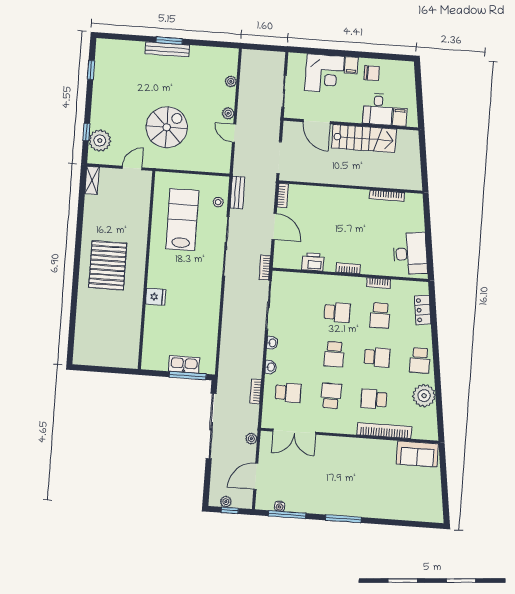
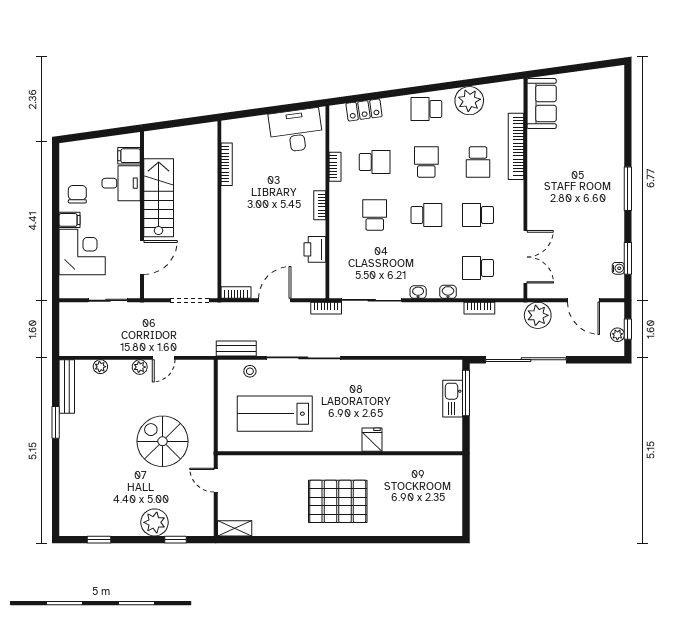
window: (169, 41) -> (56, 422), moved
bench: (167, 49) -> (67, 387), moved
plant: (100, 141) -> (155, 522), moved
school desk: (420, 360) -> (426, 109), turned 180
school desk: (288, 393) -> (478, 268), turned -90
plant: (251, 439) -> (538, 315), width x1.88, depth x1.88
window: (287, 515) -> (628, 258), width x0.69

